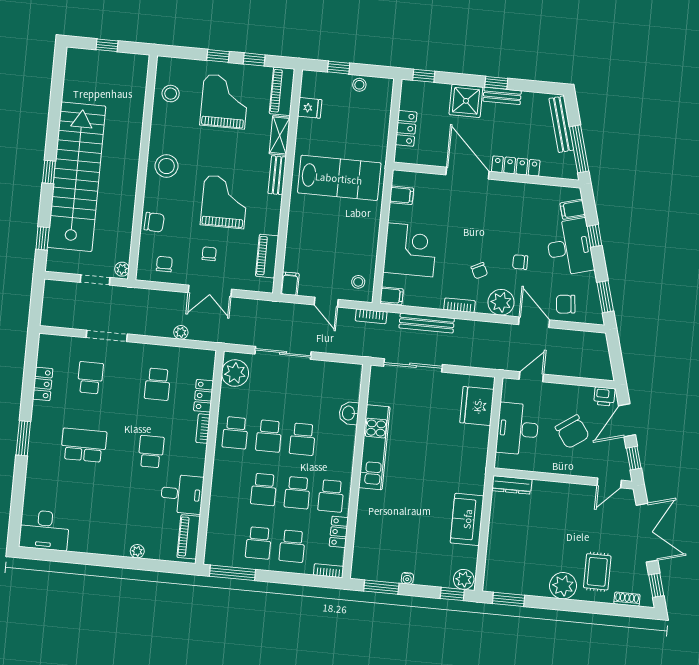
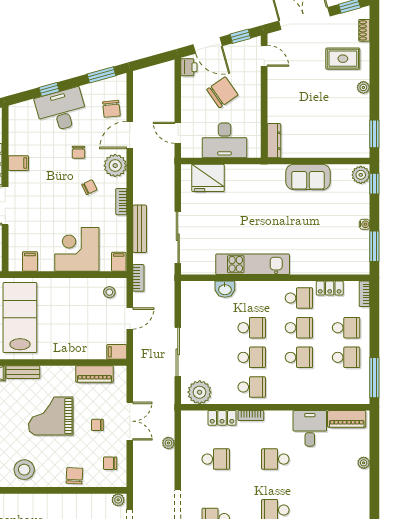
filing cabinet: (573, 209) -> (18, 163), moved, turned -74
plant: (563, 586) -> (363, 87), width x0.53, depth x0.53

